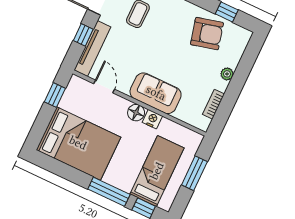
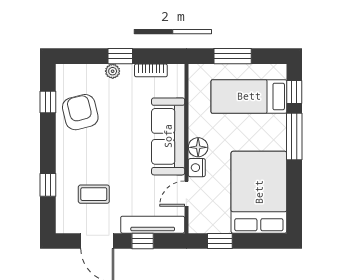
window: (236, 86) -> (120, 56), added
sofa: (156, 93) -> (168, 136), width x1.36
nightstand: (152, 119) -> (197, 168), moved

